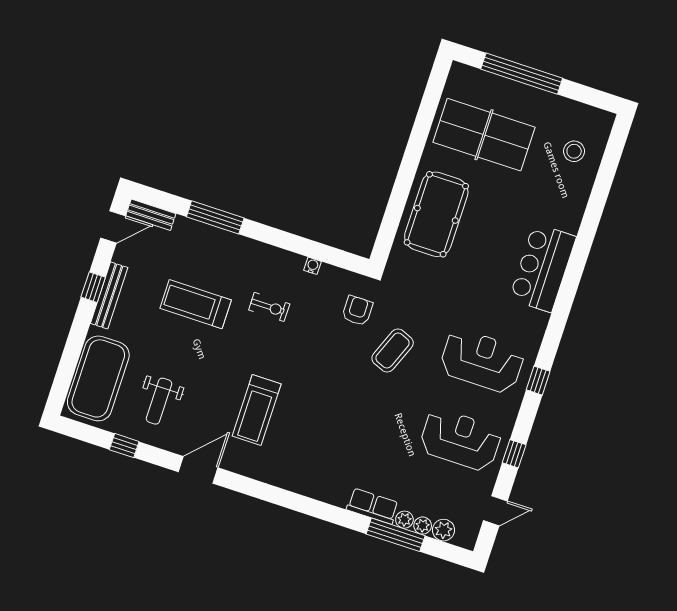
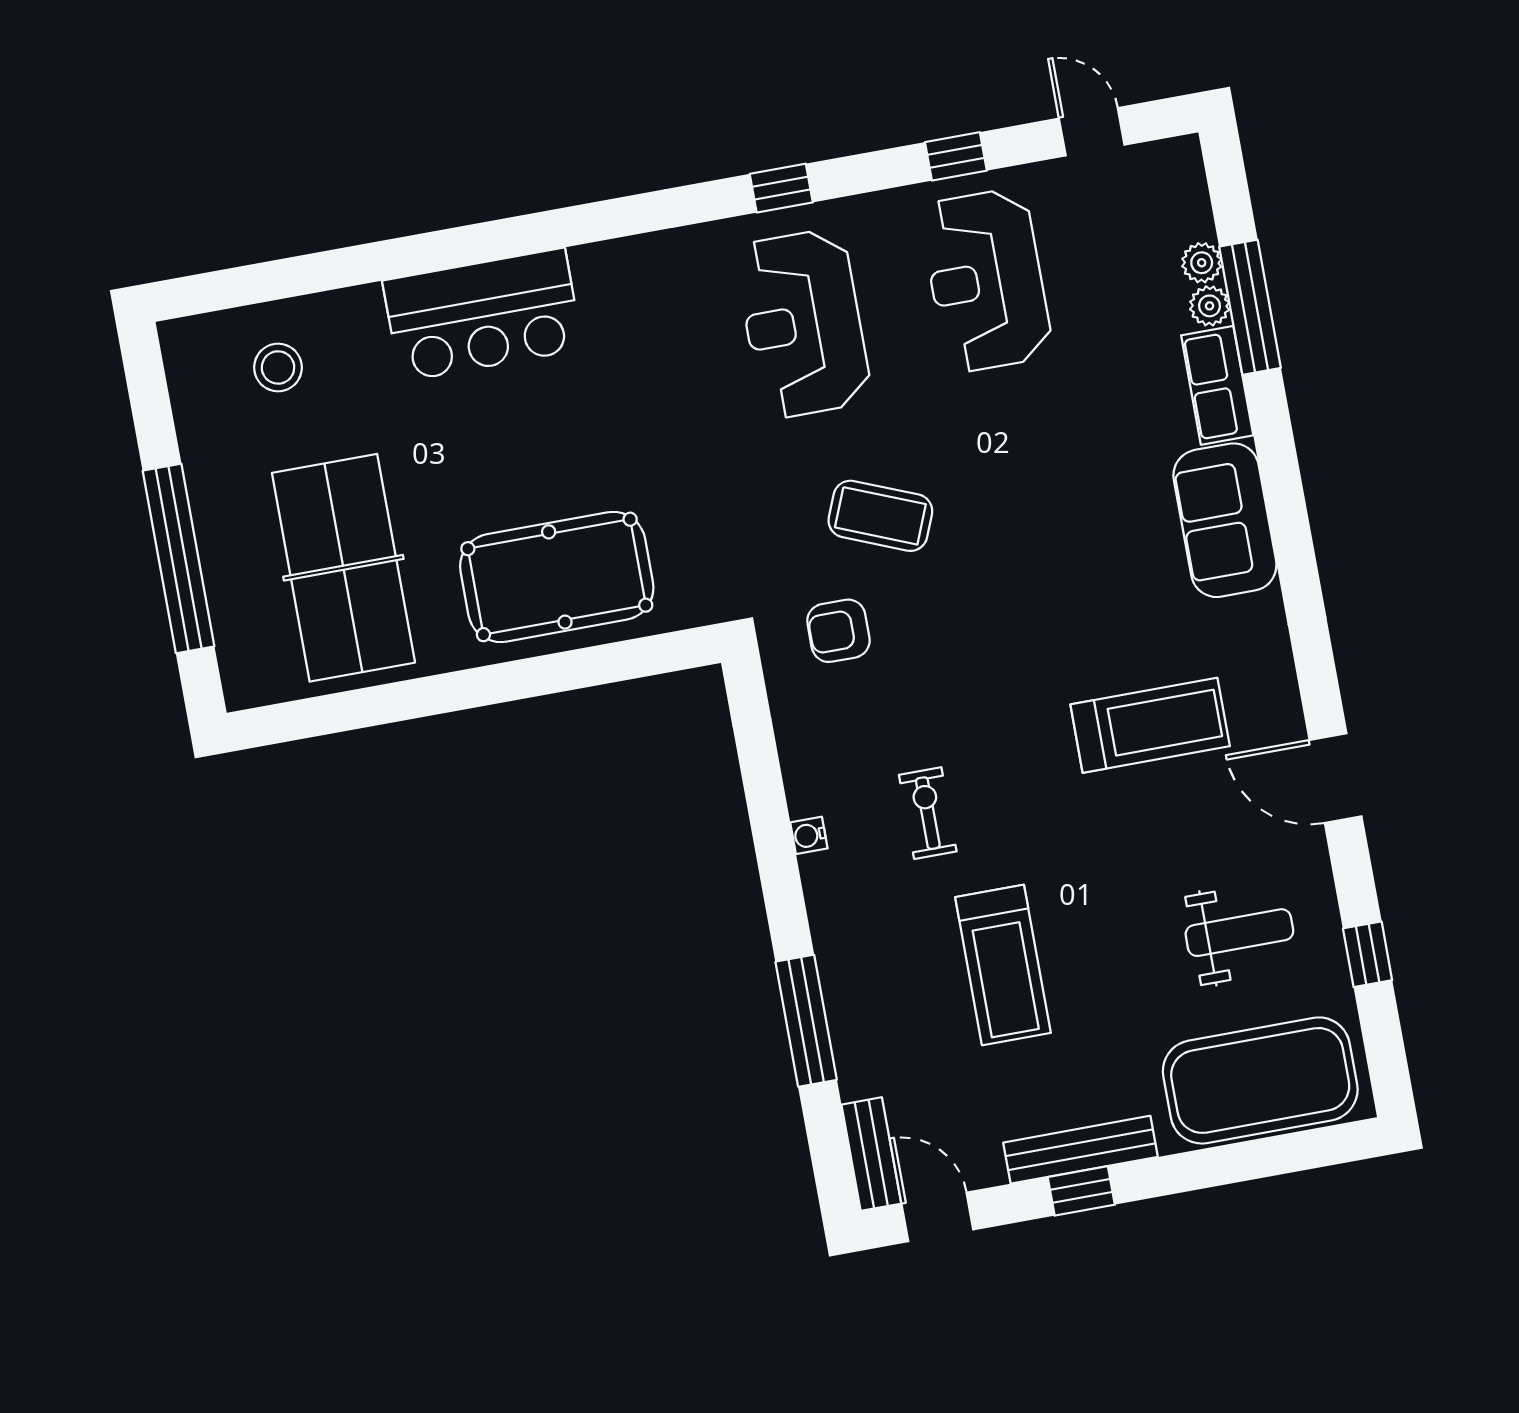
water cooler: (313, 266) -> (809, 835), moved
bar counter: (543, 268) -> (483, 315), moved
sofa: (319, 481) -> (1225, 520), added
plant: (444, 530) -> (1188, 215), removed

